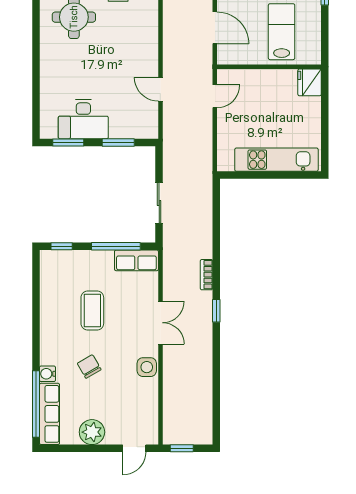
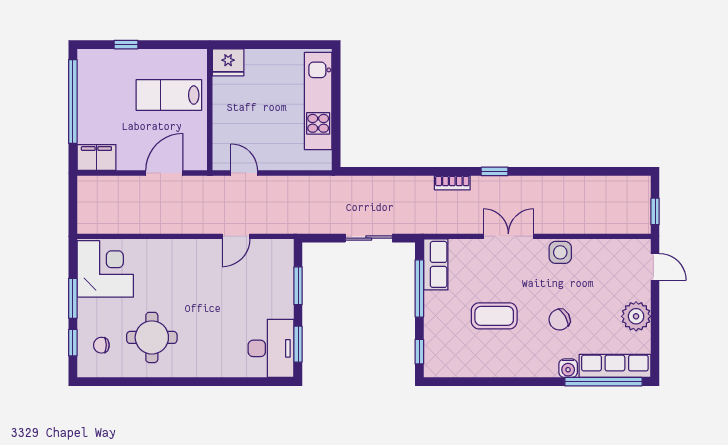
desk: (83, 119) -> (271, 348), moved

